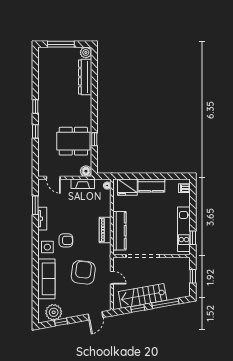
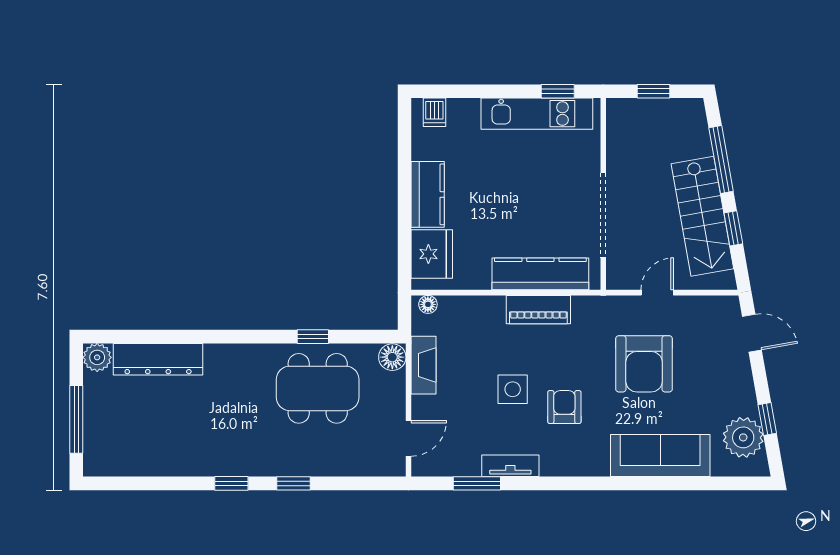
dining table: (73, 141) -> (318, 388), turned 90
side table: (47, 247) -> (513, 389), moved
armchair: (83, 272) -> (644, 364), turned -97

